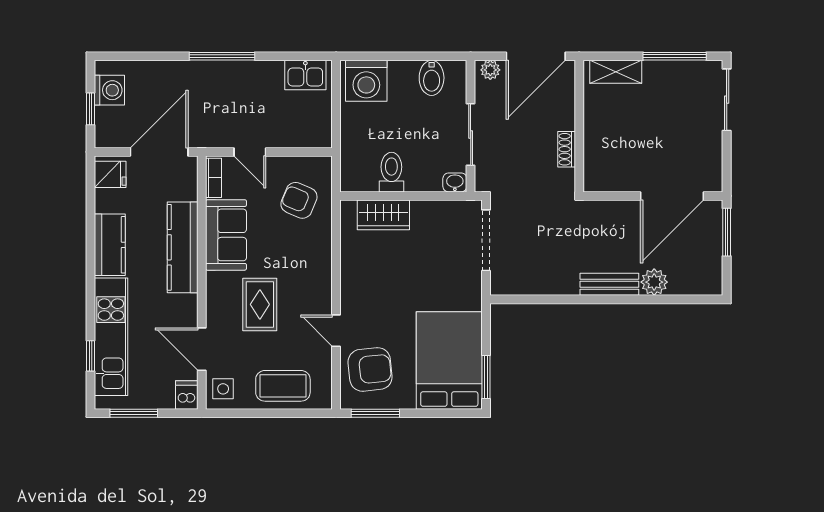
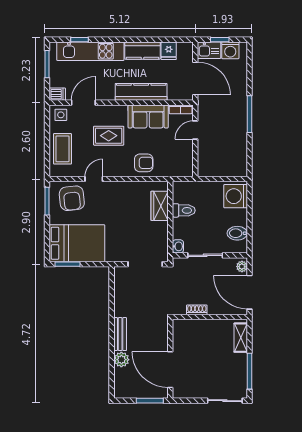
kitchen sink: (305, 75) -> (209, 50), moved, turned -90
fridge: (110, 174) -> (169, 51), moved
armchair: (299, 200) -> (144, 163), moved, turned 67

